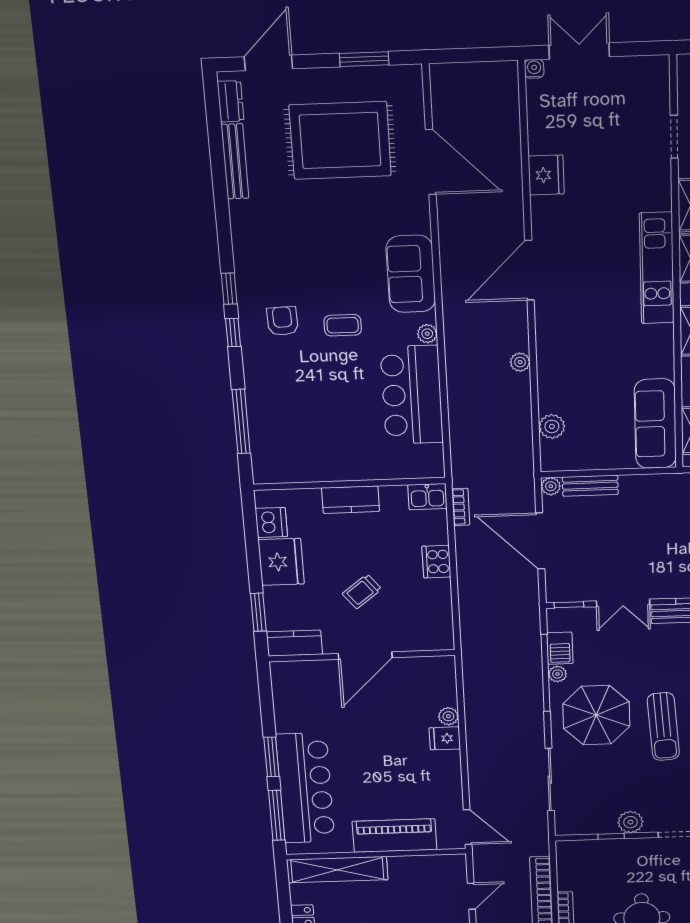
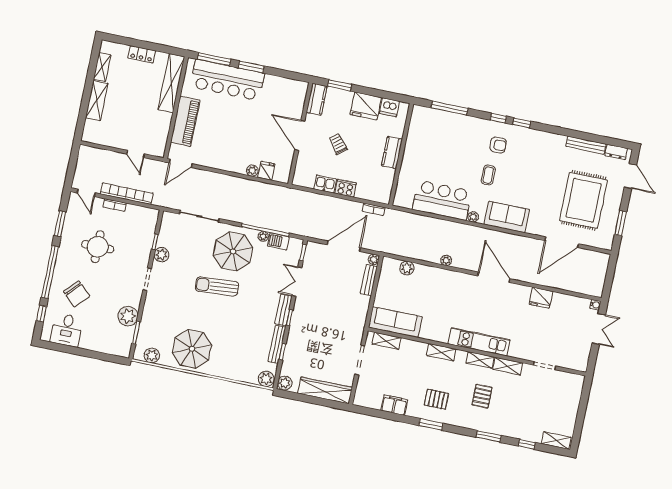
kitchen sink: (427, 497) -> (325, 184), moved, turned 90
fridge: (445, 738) -> (266, 171), moved

